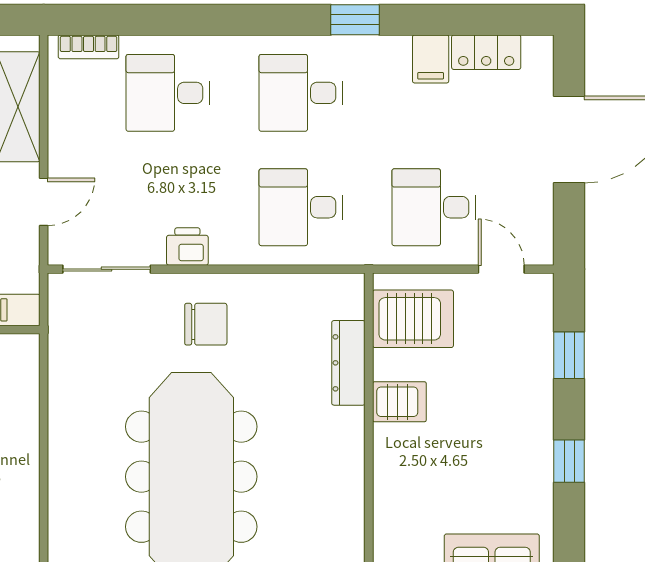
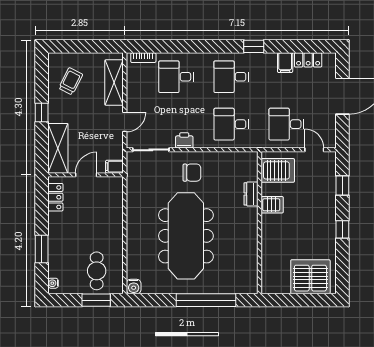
dresser: (348, 363) -> (251, 194), width x0.70

